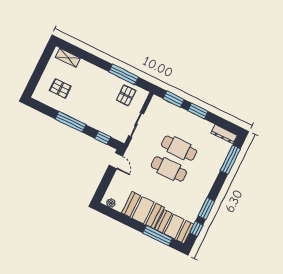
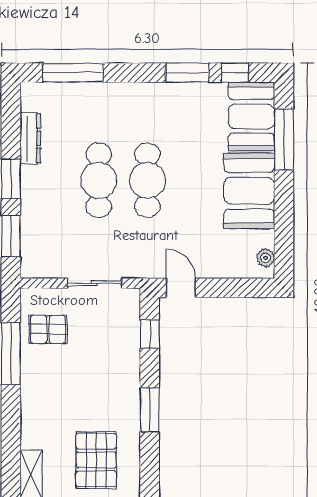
pallet: (60, 88) -> (96, 460), width x1.50, depth x1.42
window: (70, 122) -> (150, 410), width x0.69
dresser: (224, 134) -> (30, 138), moved
door: (116, 161) -> (181, 288), hinge flipped

